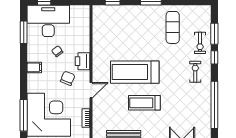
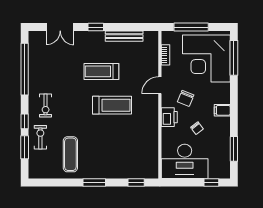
desk: (48, 21) -> (185, 161), moved
treadmill: (135, 72) -> (112, 105), width x0.73, depth x0.73
treadmill: (144, 103) -> (101, 71), turned 180

